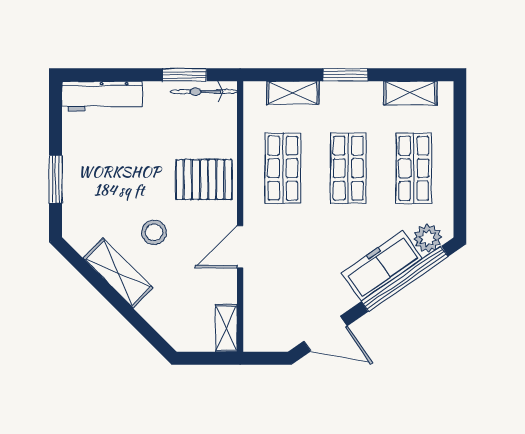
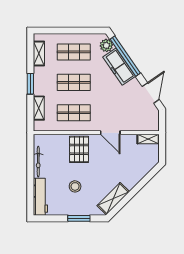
window: (185, 75) -> (30, 158), removed
bicycle: (204, 92) -> (38, 162), moved
stool: (154, 232) -> (75, 186), moved
shelving: (118, 273) -> (113, 199), moved

